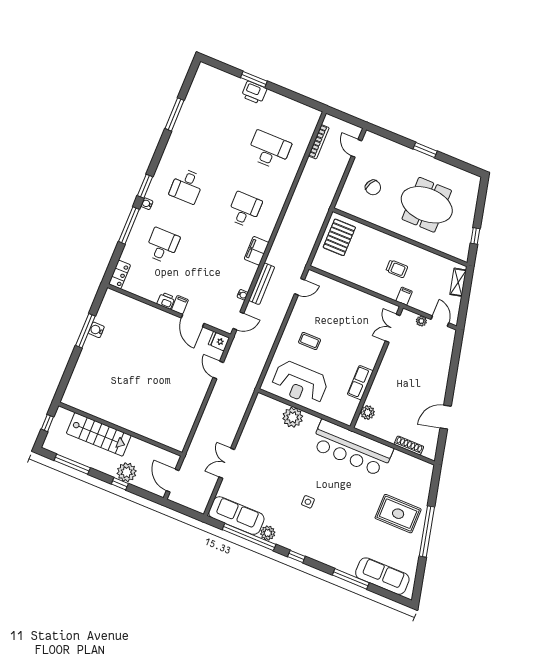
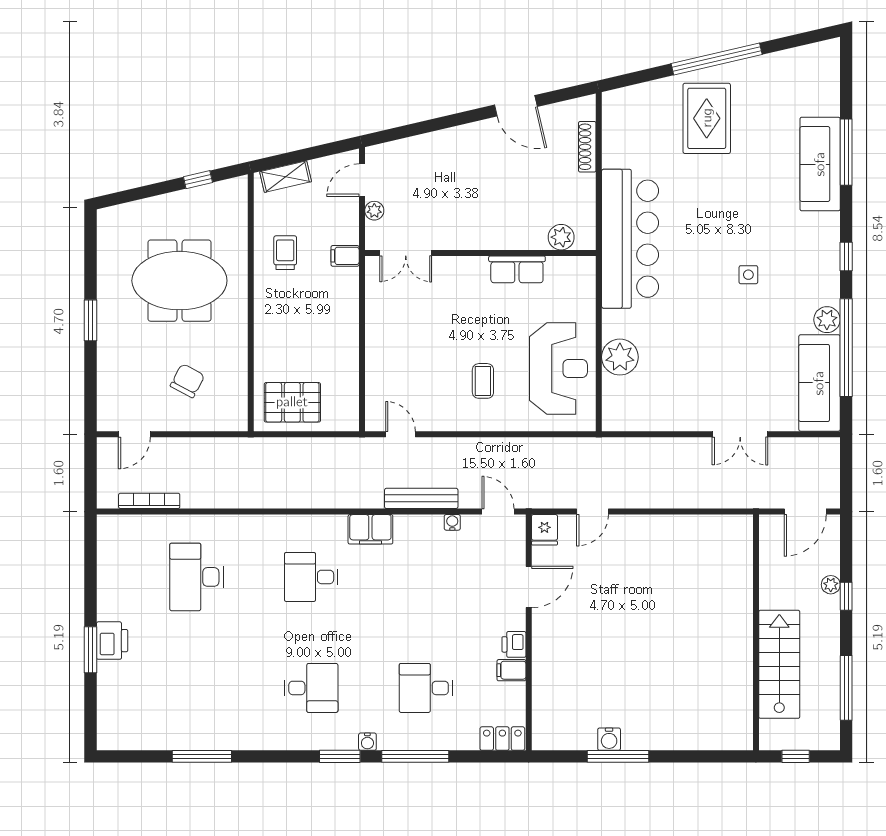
meeting table: (427, 205) -> (179, 281), turned 90
trolley: (397, 269) -> (285, 253), moved
filing cabinet: (180, 305) -> (511, 670), moved
plant: (127, 472) -> (831, 585), width x0.53, depth x0.53
sofa: (382, 576) -> (820, 164), moved

